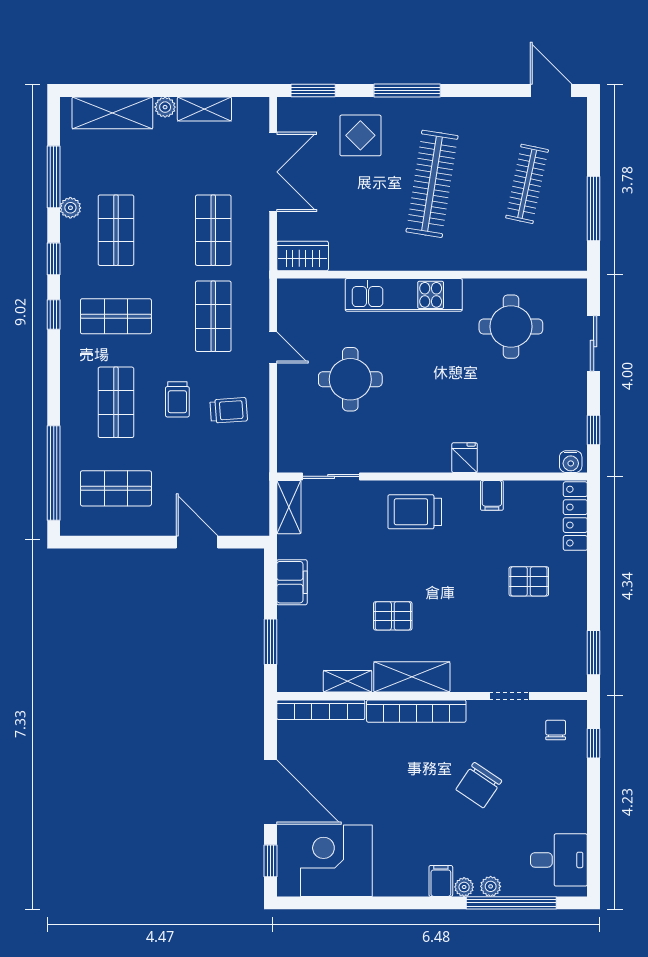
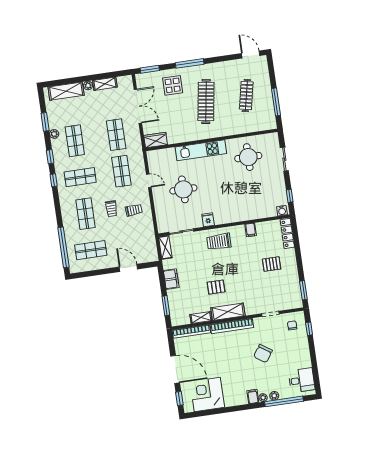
window: (54, 177) -> (45, 122), width x0.69
fridge: (465, 458) -> (208, 220), moved

